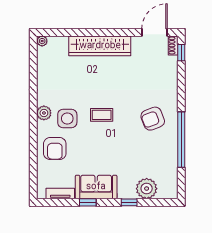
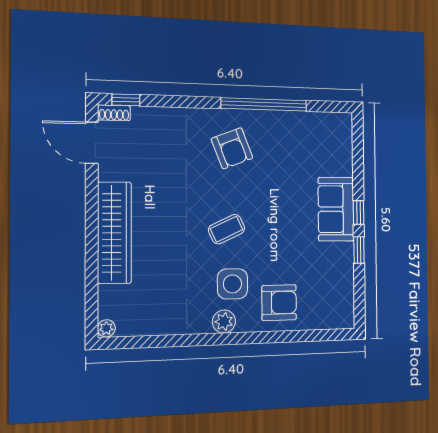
coffee table: (102, 115) -> (227, 229), turned 65
sofa: (96, 187) -> (336, 209), moved
plant: (147, 189) -> (338, 160), removed
tv unit: (60, 194) -> (346, 293), removed
window: (129, 202) -> (359, 212), moved

